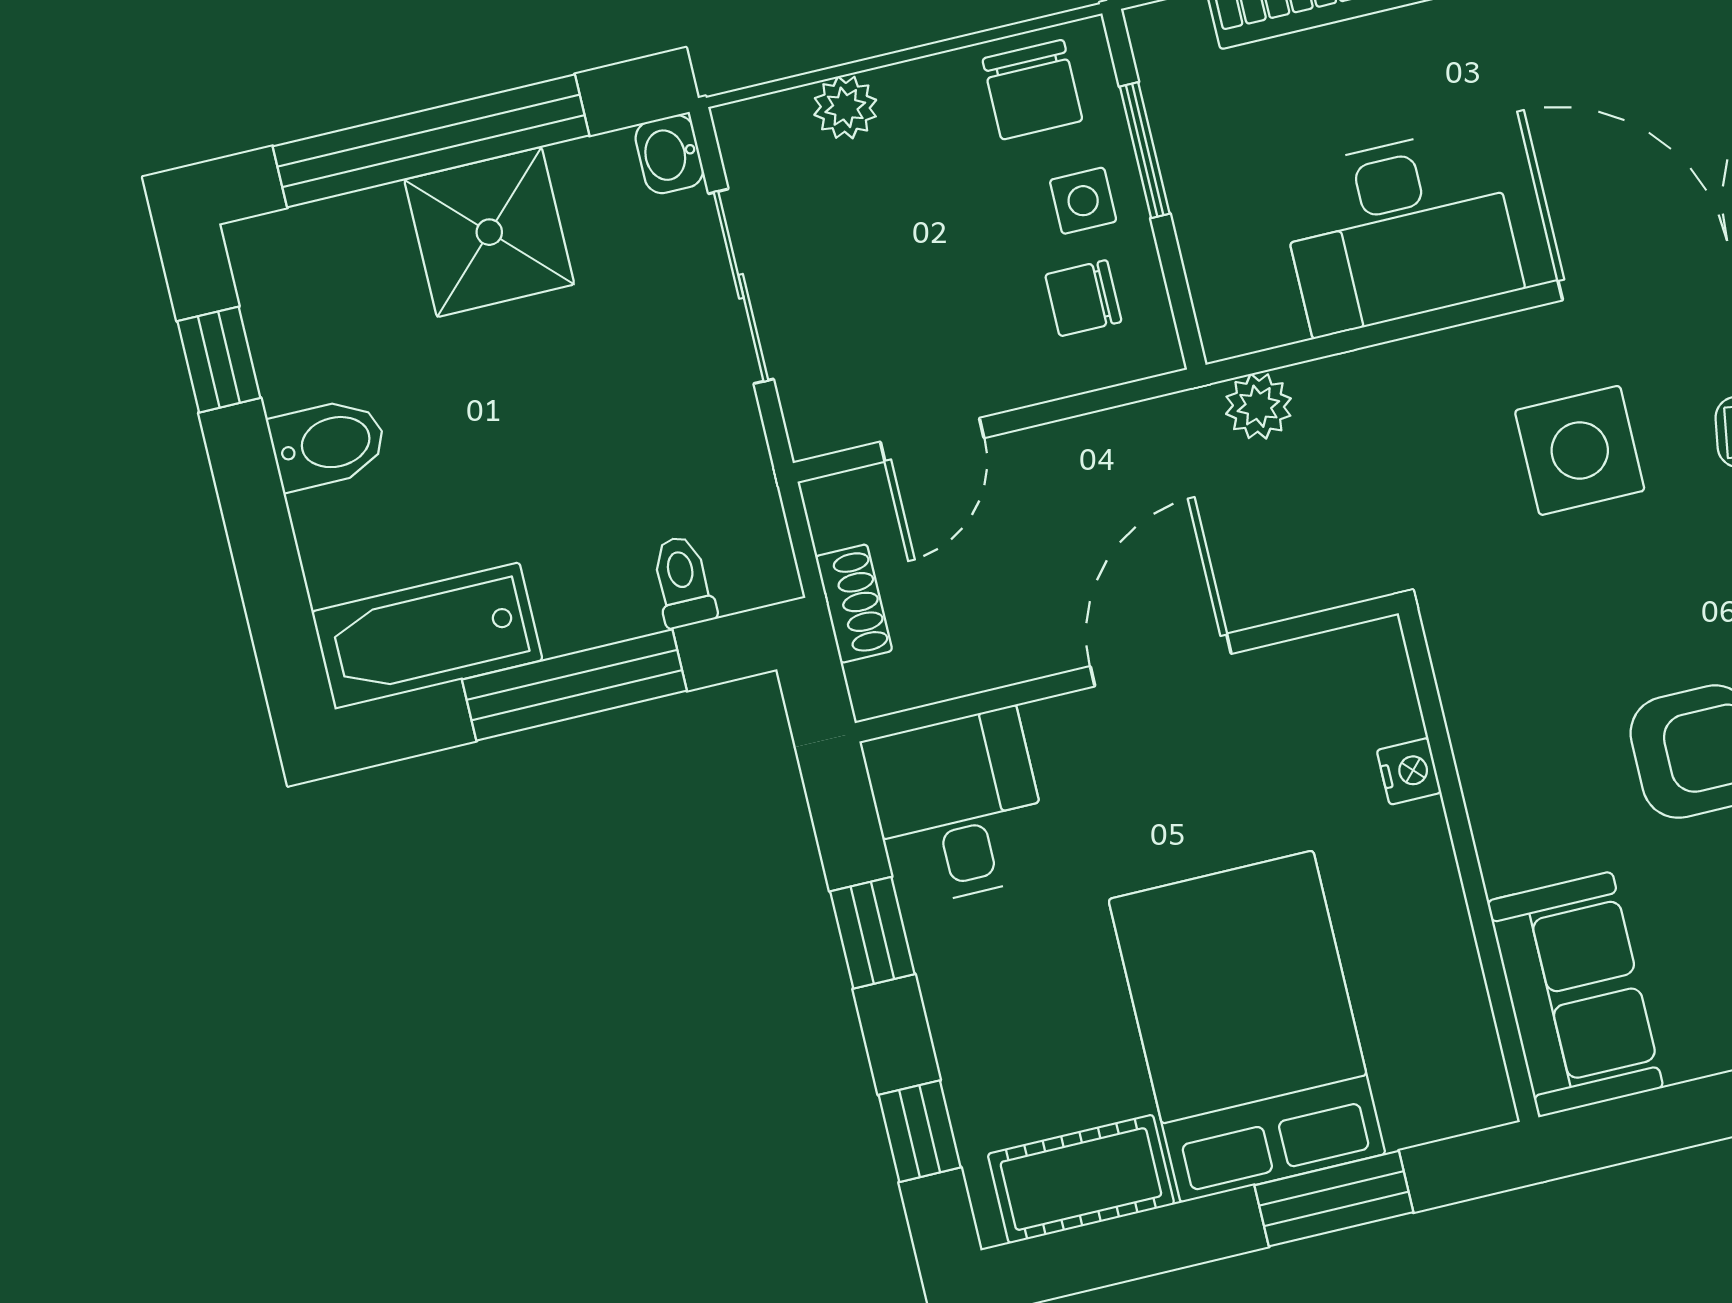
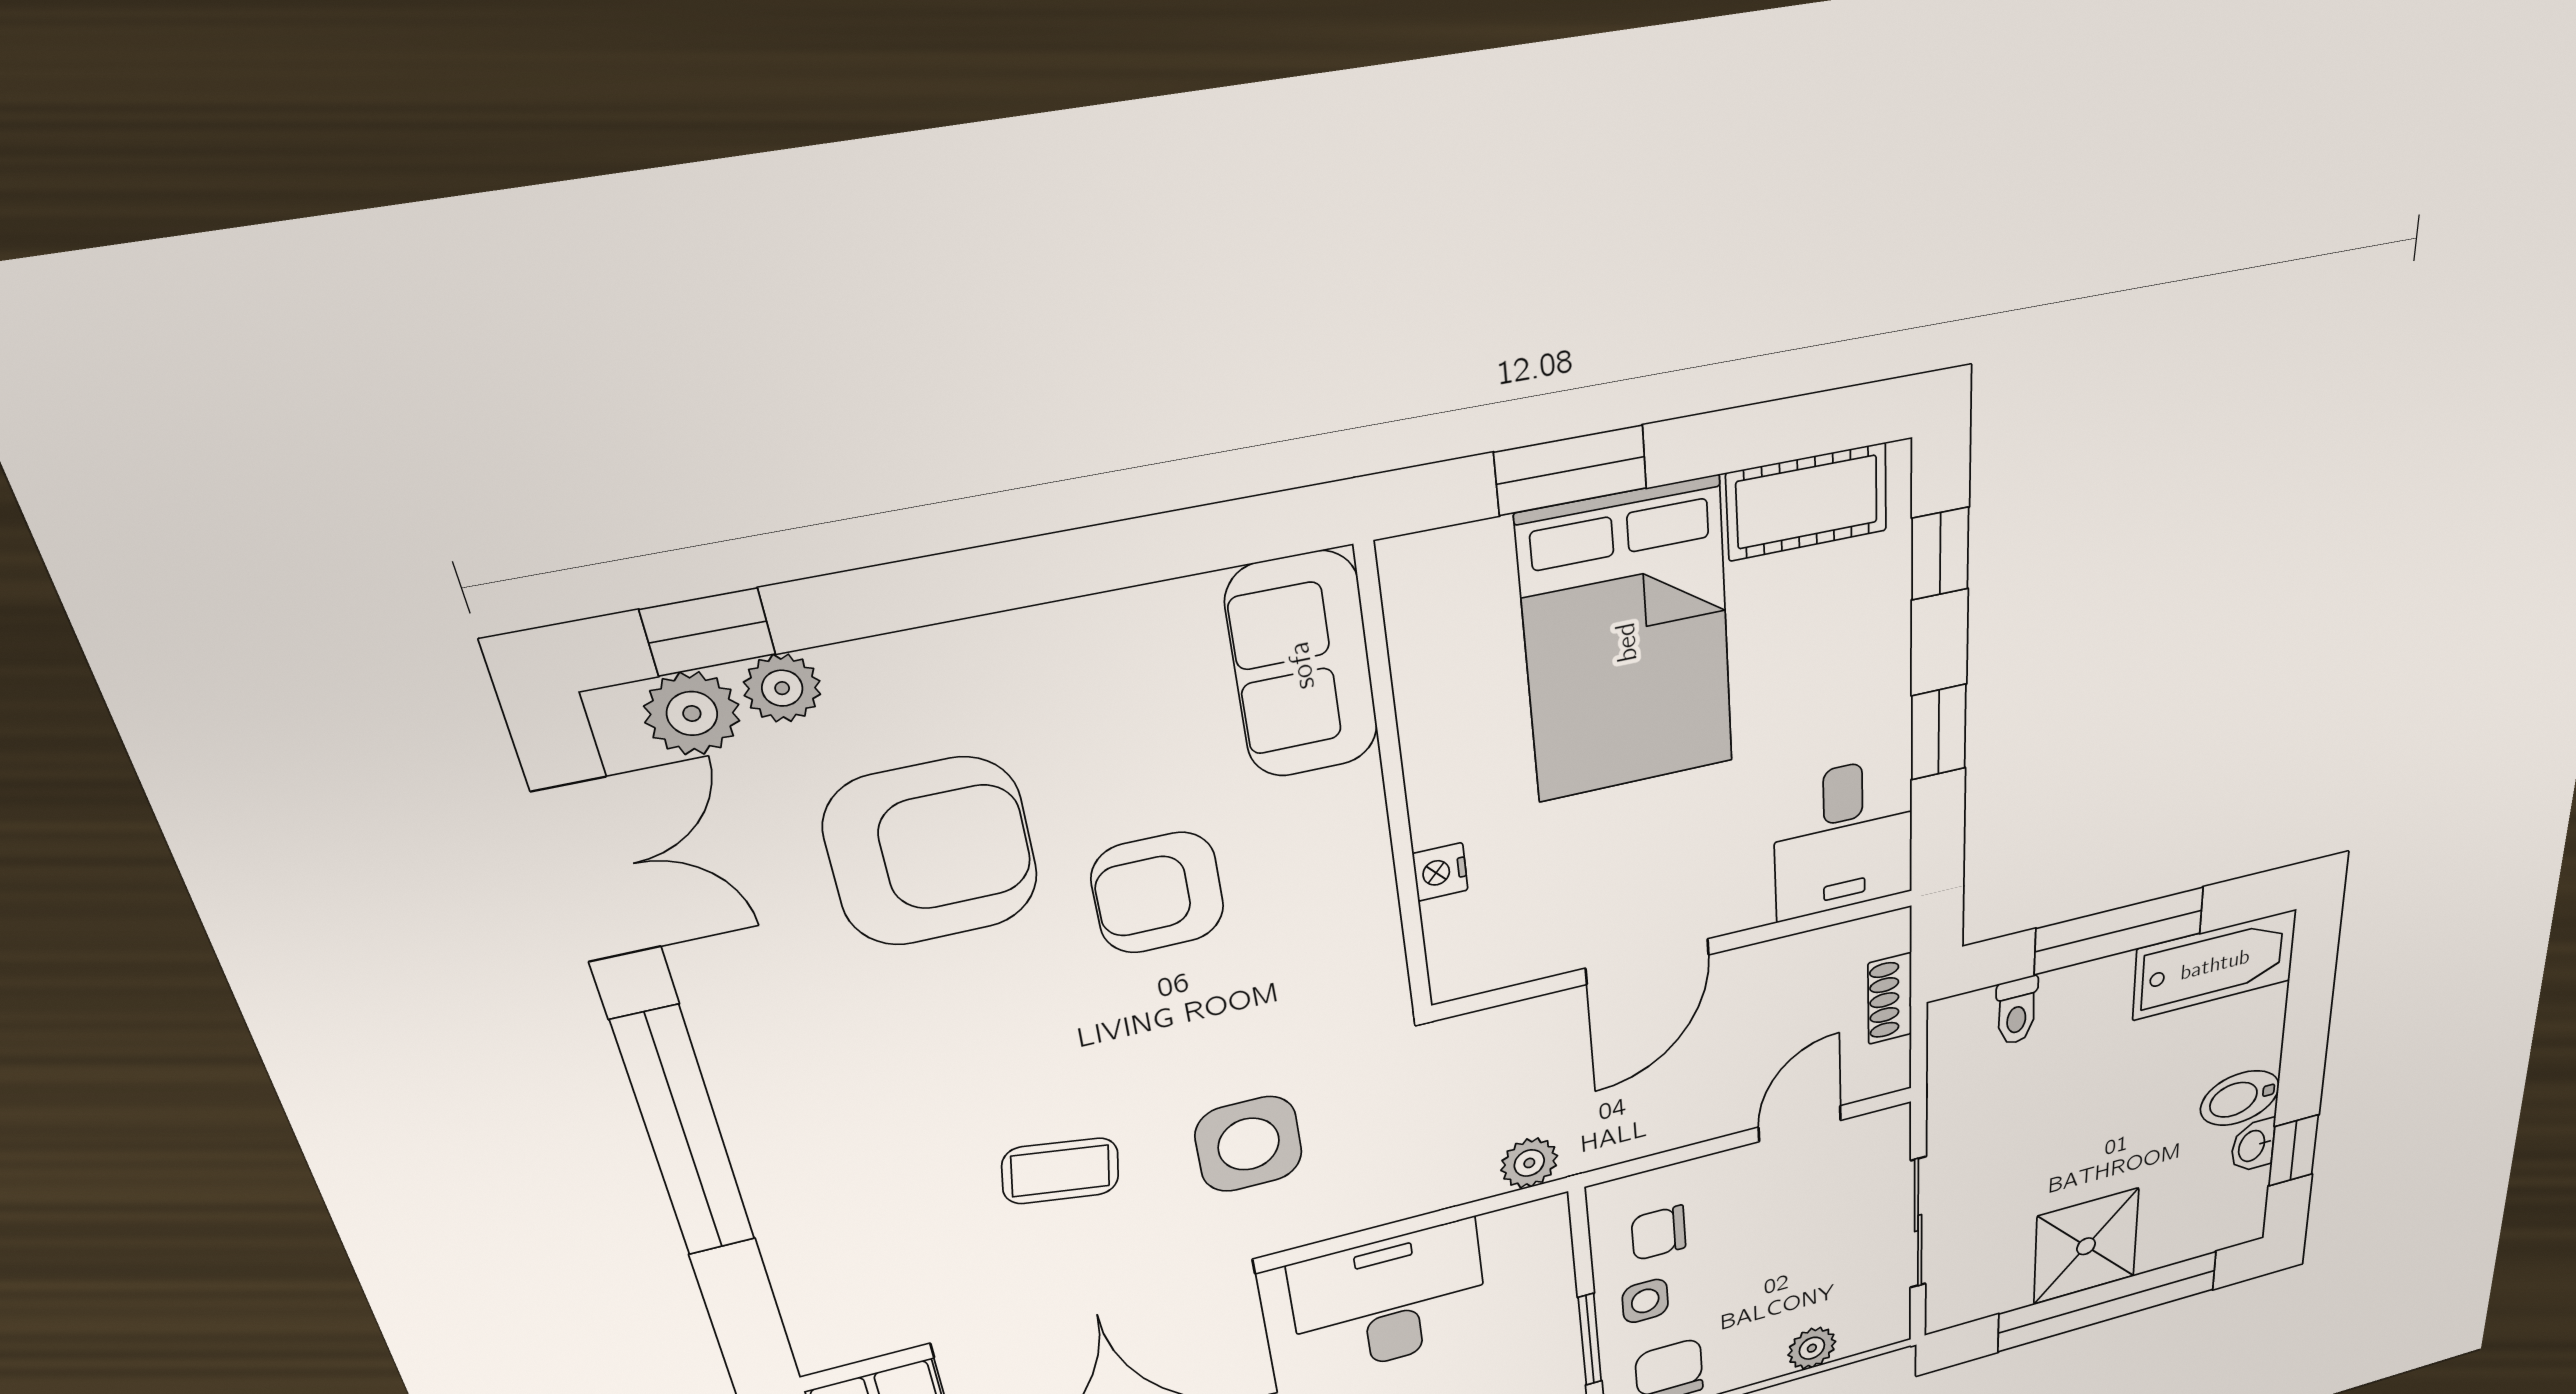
washbasin: (669, 154) -> (2253, 1146), moved, turned 180
chair: (1083, 298) -> (1659, 1233), turned 180

